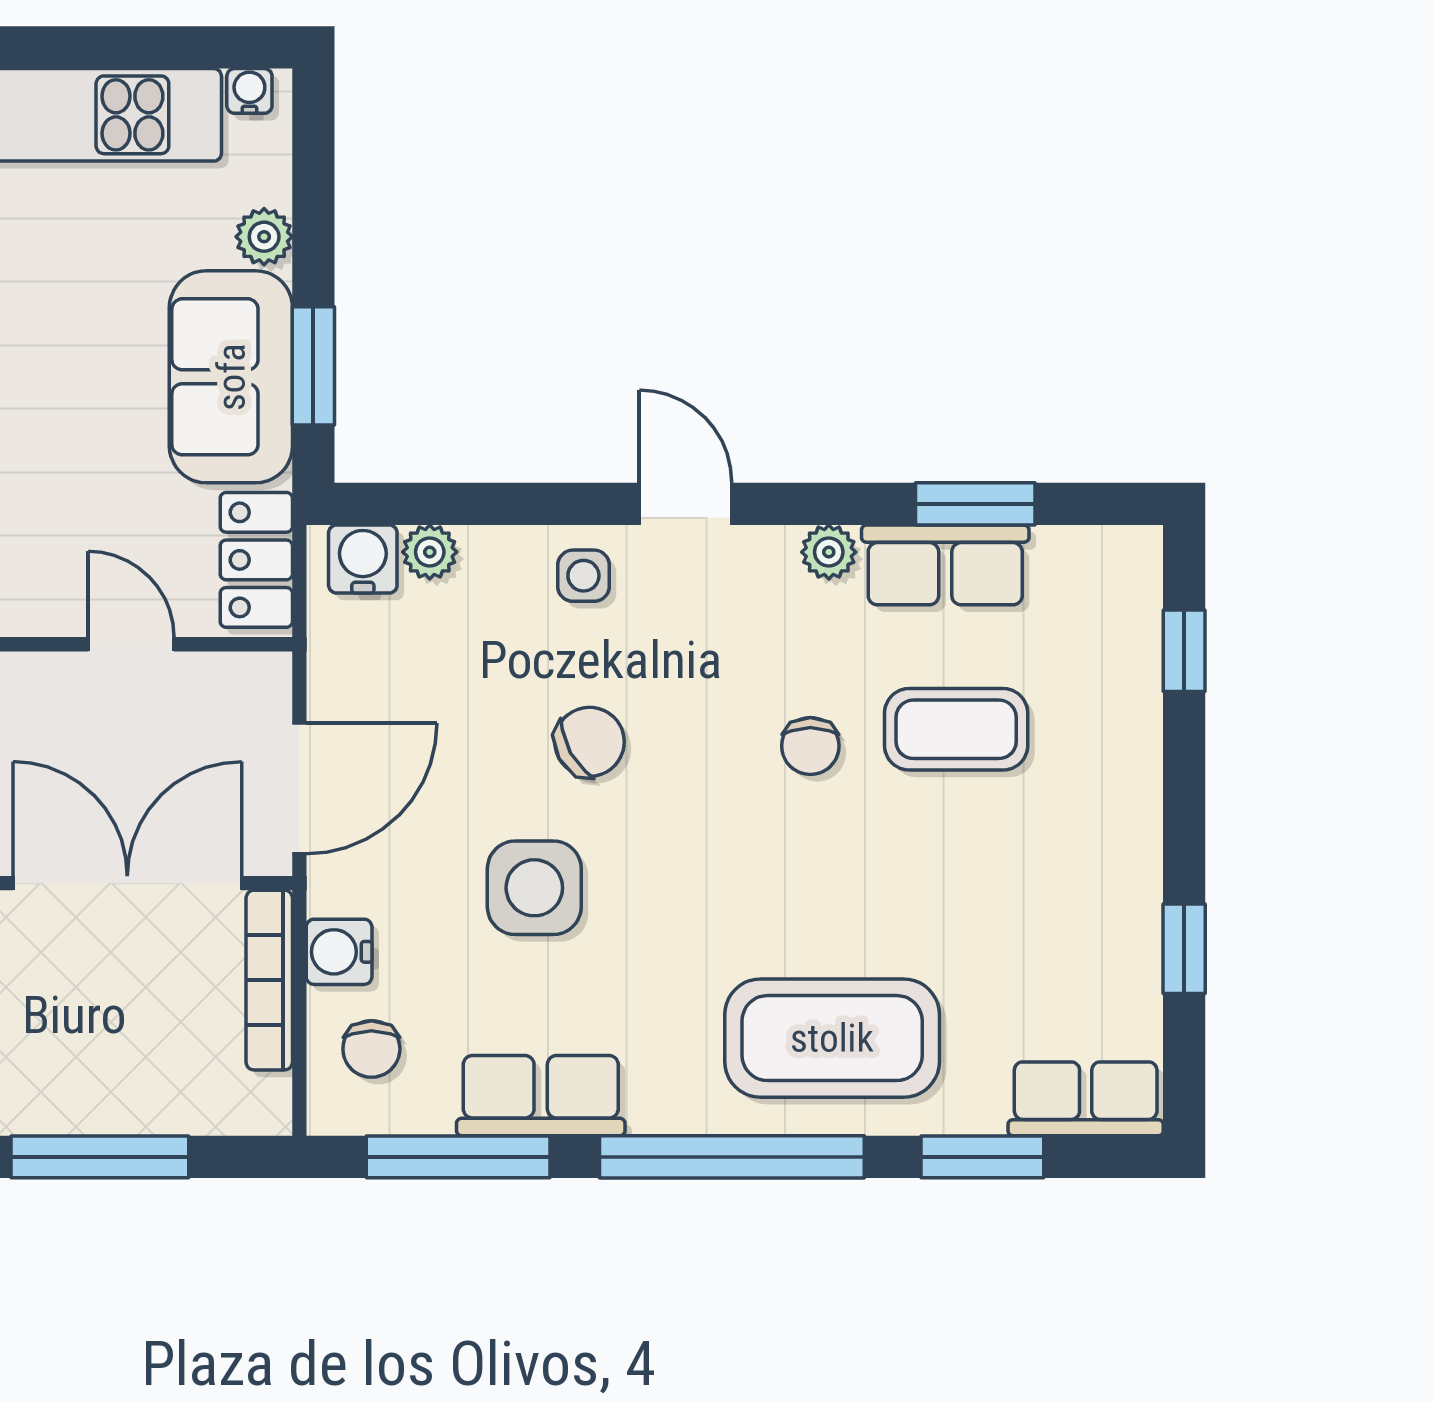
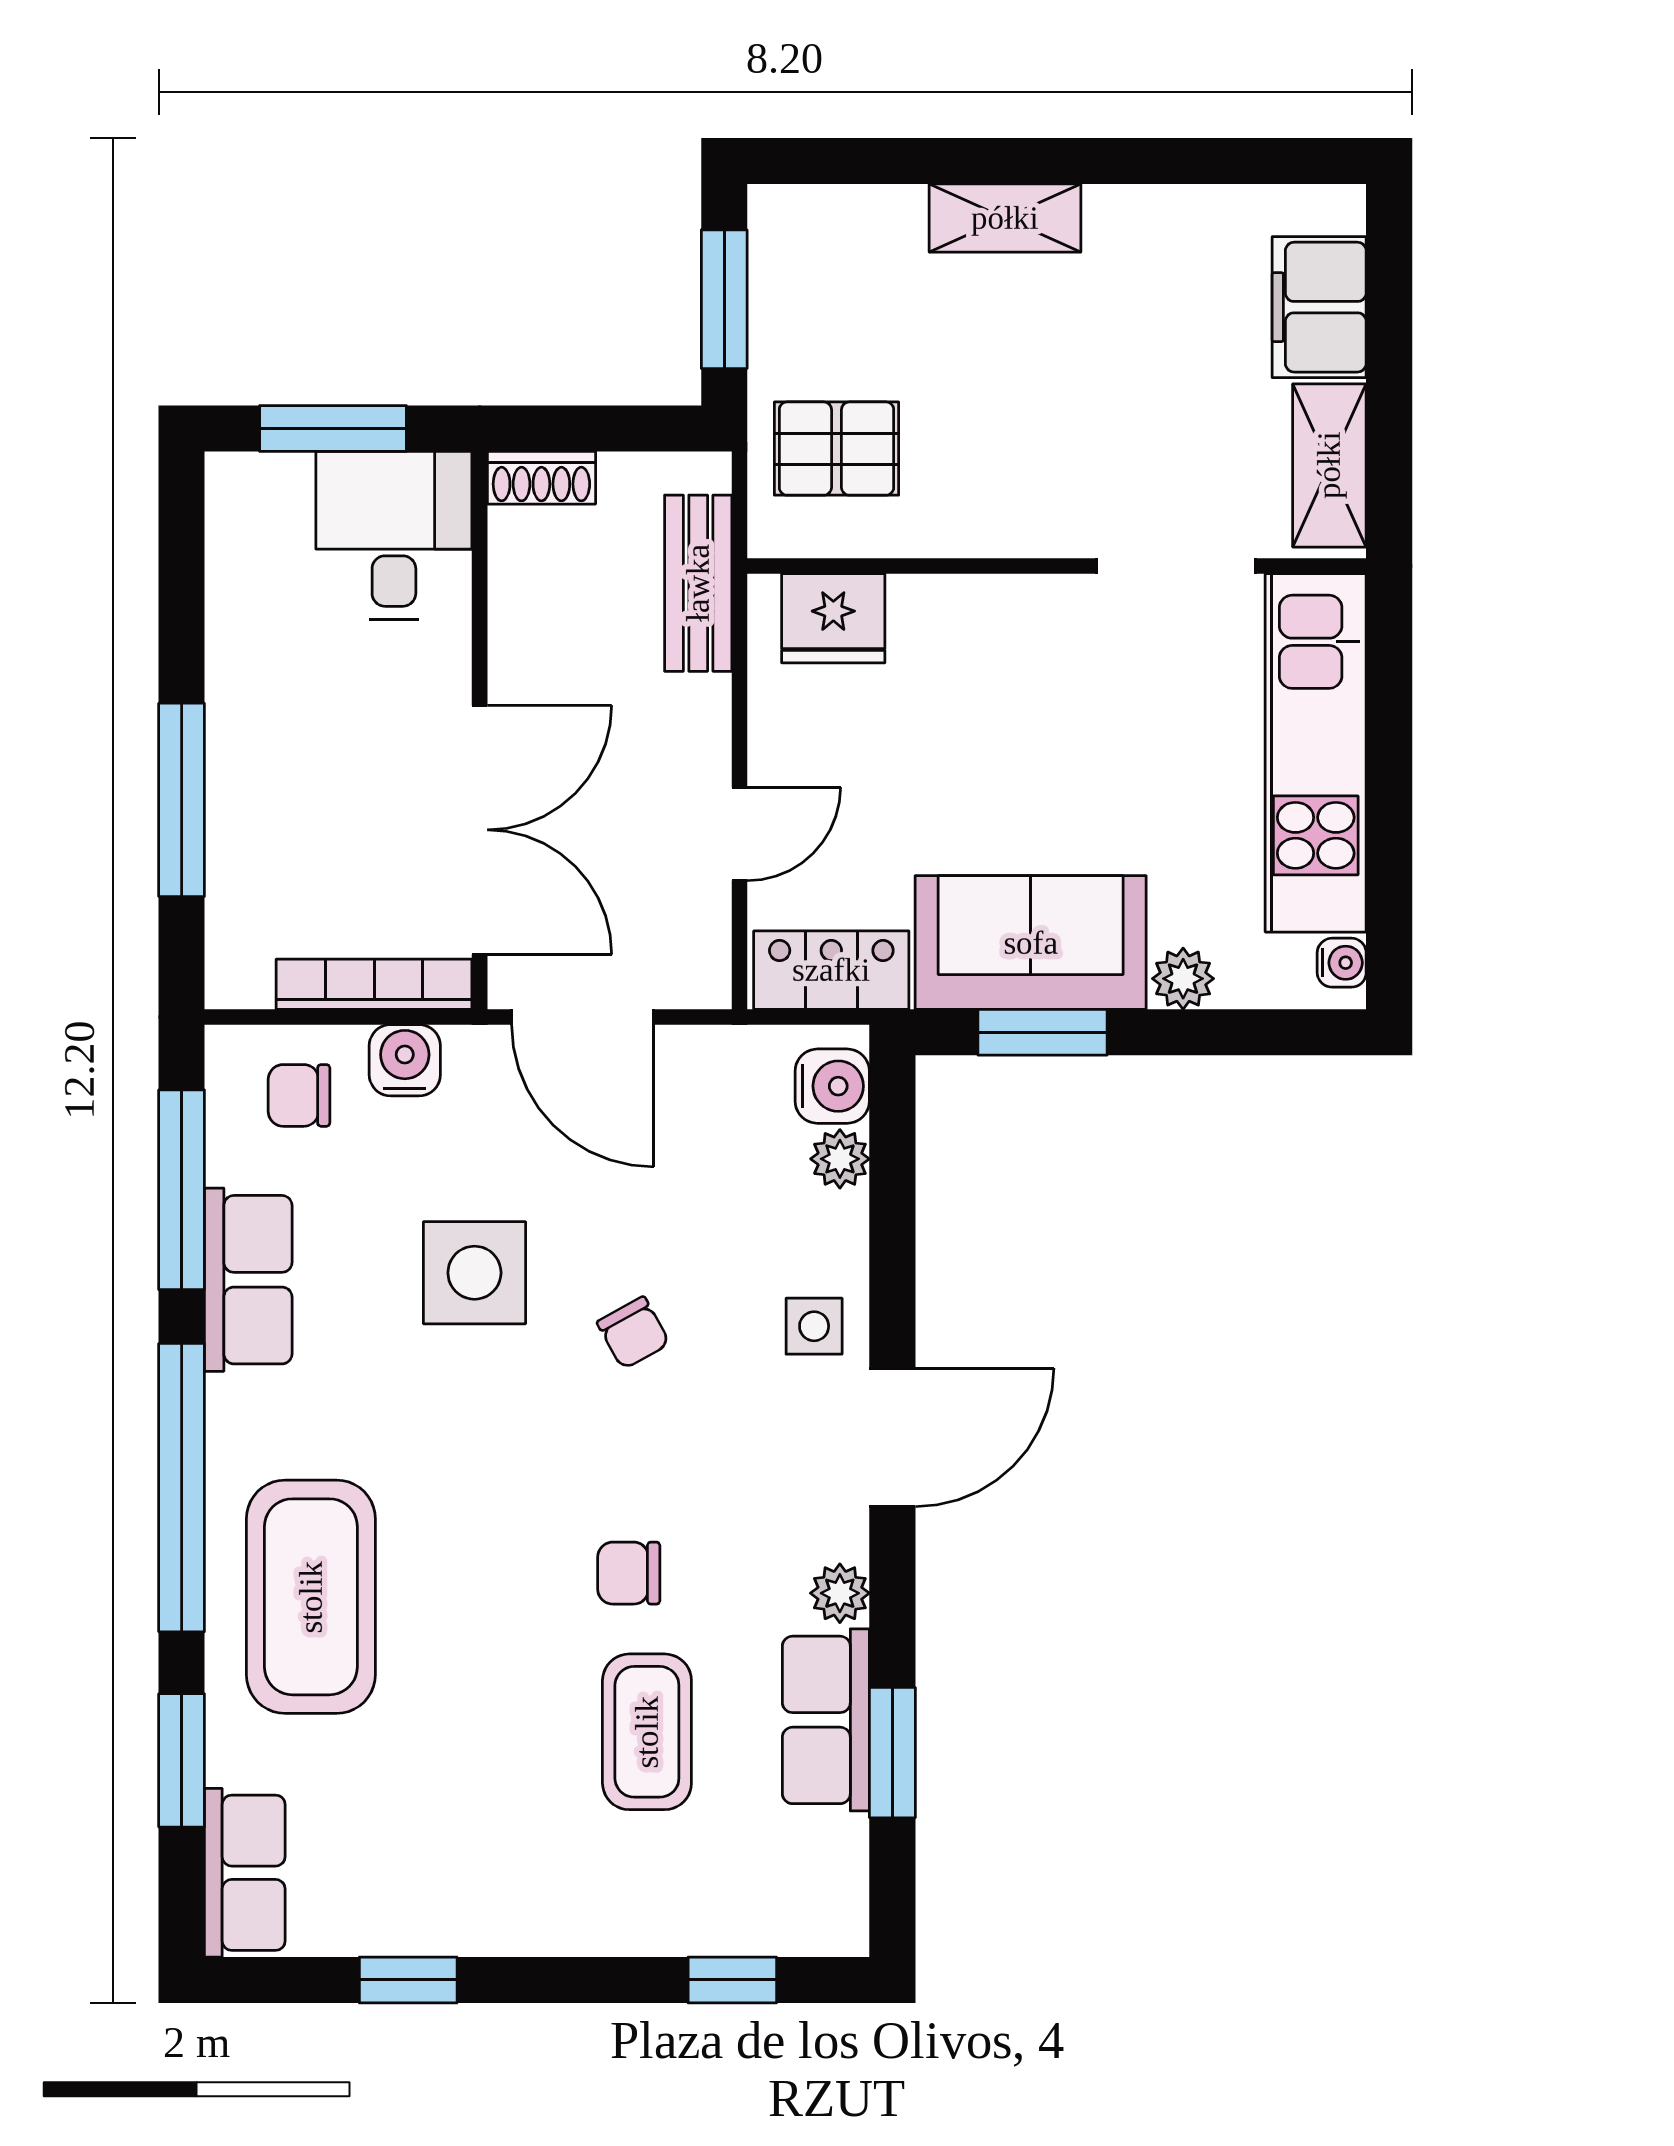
door: (686, 504) -> (892, 1437), width x1.38
chair: (590, 742) -> (633, 1333), width x0.73, depth x0.73

